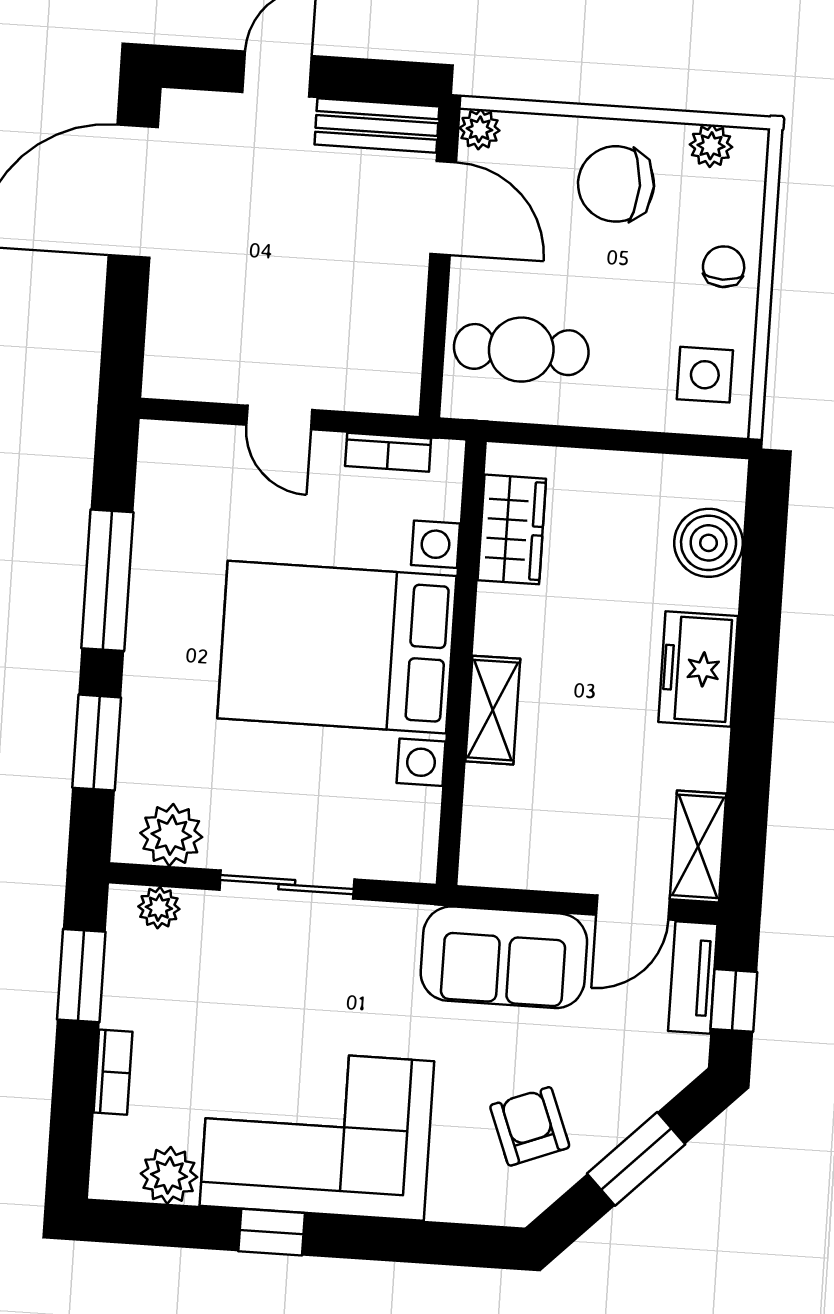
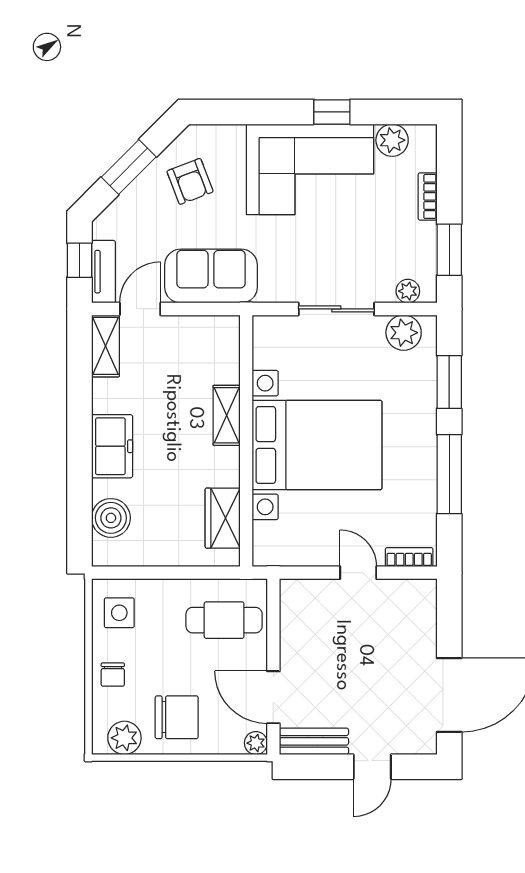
plant: (711, 146) -> (124, 738), width x1.38, depth x1.38
bookcase: (388, 452) -> (409, 557), moved

